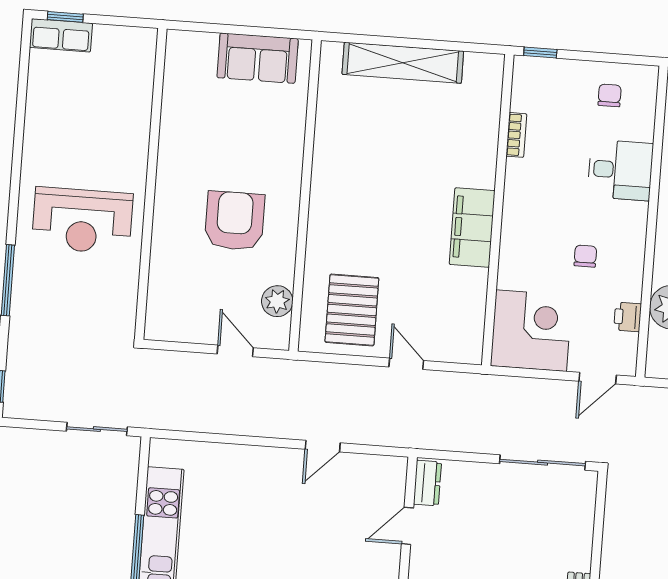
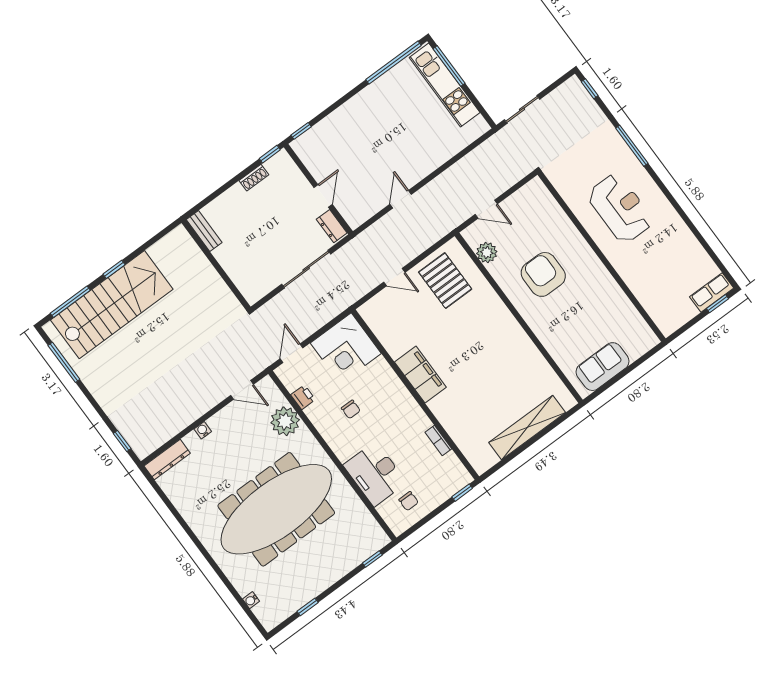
desk: (620, 170) -> (375, 474), width x1.37
reception desk: (82, 221) -> (620, 208), turned 90
armchair: (235, 221) -> (543, 274), turned 180
sliding door: (543, 463) -> (306, 269), moved

